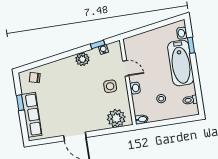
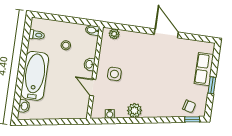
window: (98, 44) -> (192, 119), moved
window: (191, 45) -> (18, 91), removed
row of seats: (32, 115) -> (204, 69), width x0.68
plant: (116, 118) -> (114, 34), width x0.53, depth x0.53

